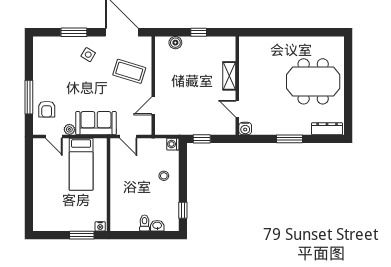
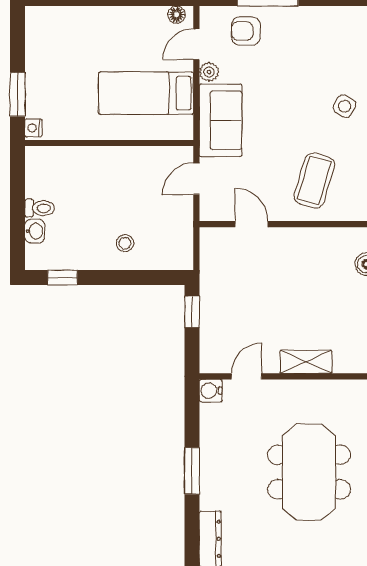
meeting table: (313, 81) -> (309, 472), moved
washing machine: (173, 144) -> (183, 259), removed
floor lamp: (38, 147) -> (176, 15), added

